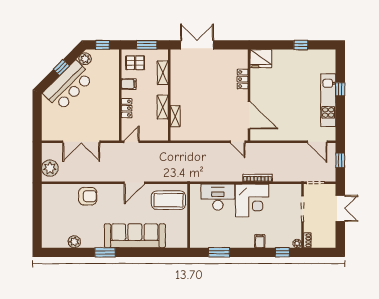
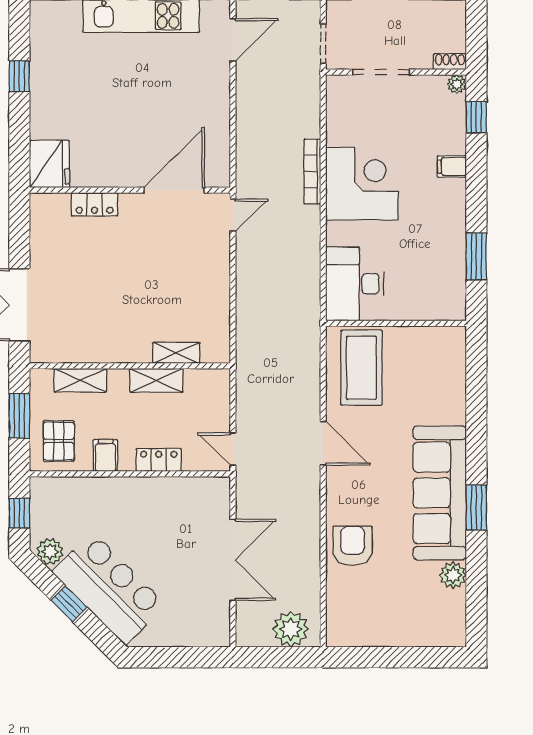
desk: (218, 197) -> (355, 284), moved
sofa: (135, 236) -> (440, 493), moved

